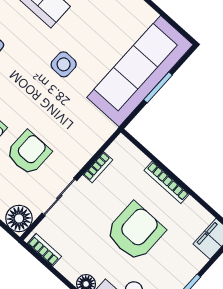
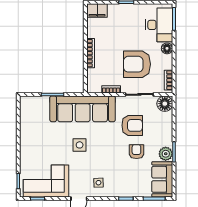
sofa: (140, 71) -> (83, 109), moved
armchair: (29, 153) -> (132, 125), turned 180
armchair: (135, 232) -> (137, 64), moved

